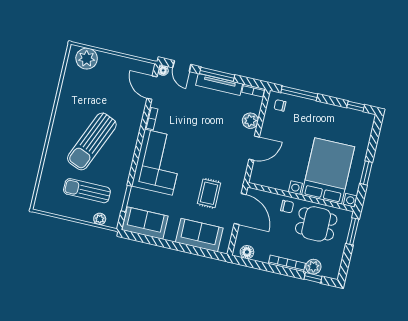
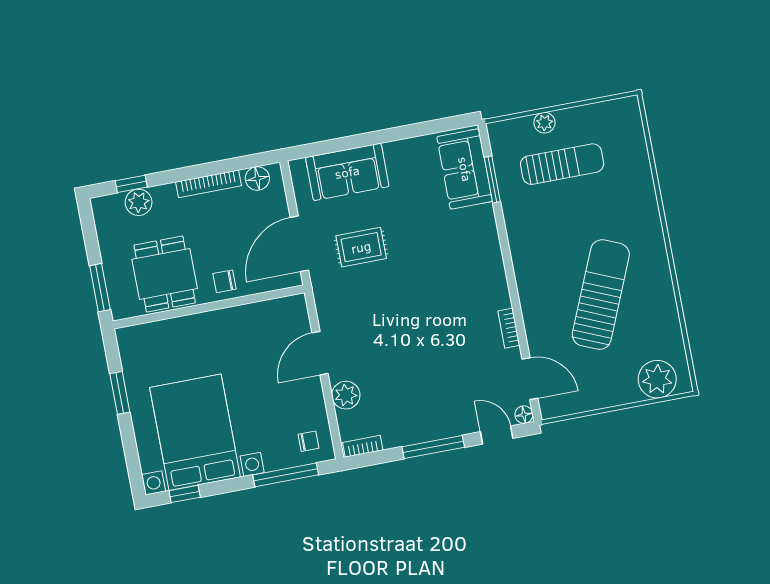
tv unit: (219, 85) -> (423, 432), removed
sun lounger: (92, 141) -> (601, 295), moved
corner sofa: (158, 162) -> (466, 262), removed
bed with nightstands: (328, 171) -> (195, 432), moved, turned 180
rug: (209, 193) -> (361, 247), turned 90
door: (240, 209) -> (299, 244), hinge flipped
plant: (100, 219) -> (545, 123), moved
sofa: (145, 223) -> (465, 169), moved, turned 90
dining table: (316, 224) -> (165, 274), turned 90
bookcase: (287, 263) -> (209, 184), moved

